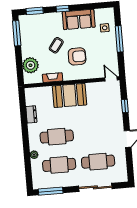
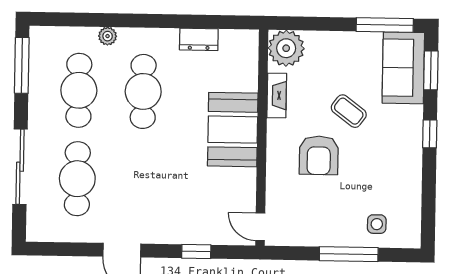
sofa: (79, 19) -> (403, 68), moved
plant: (30, 65) -> (286, 48), moved
door: (111, 79) -> (260, 227), swing flipped

